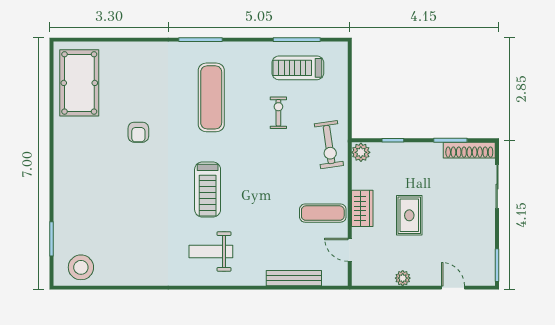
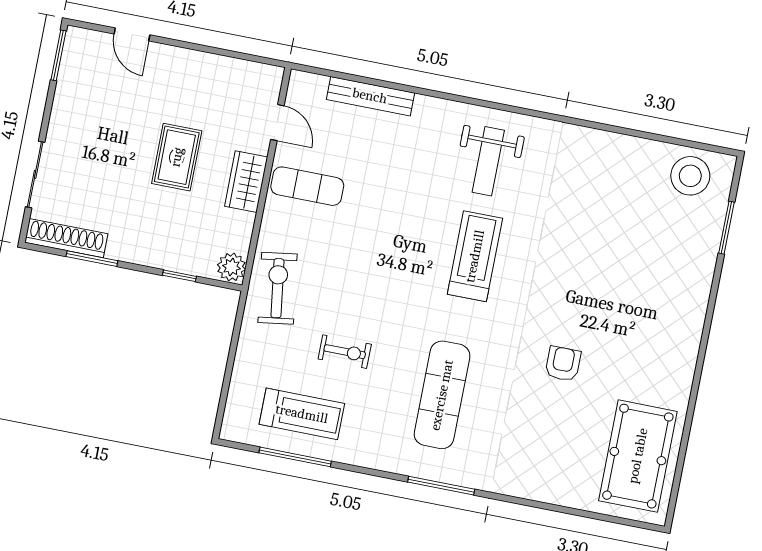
exercise bike: (278, 113) -> (345, 352), turned -90
weight bench: (211, 251) -> (488, 161), turned 90
plant: (403, 278) -> (205, 64), removed

